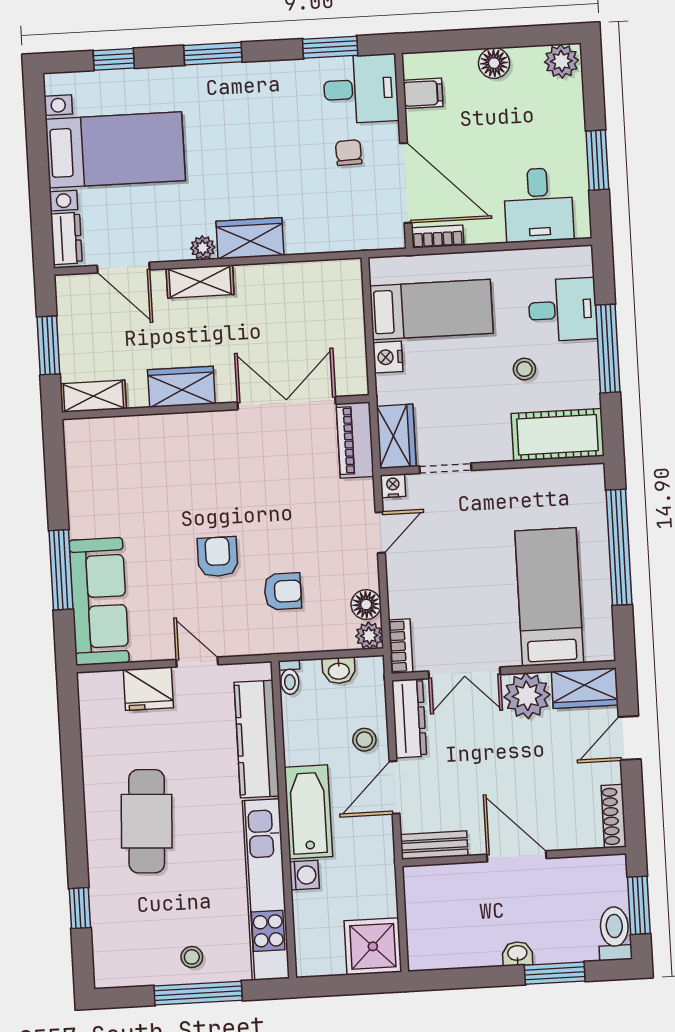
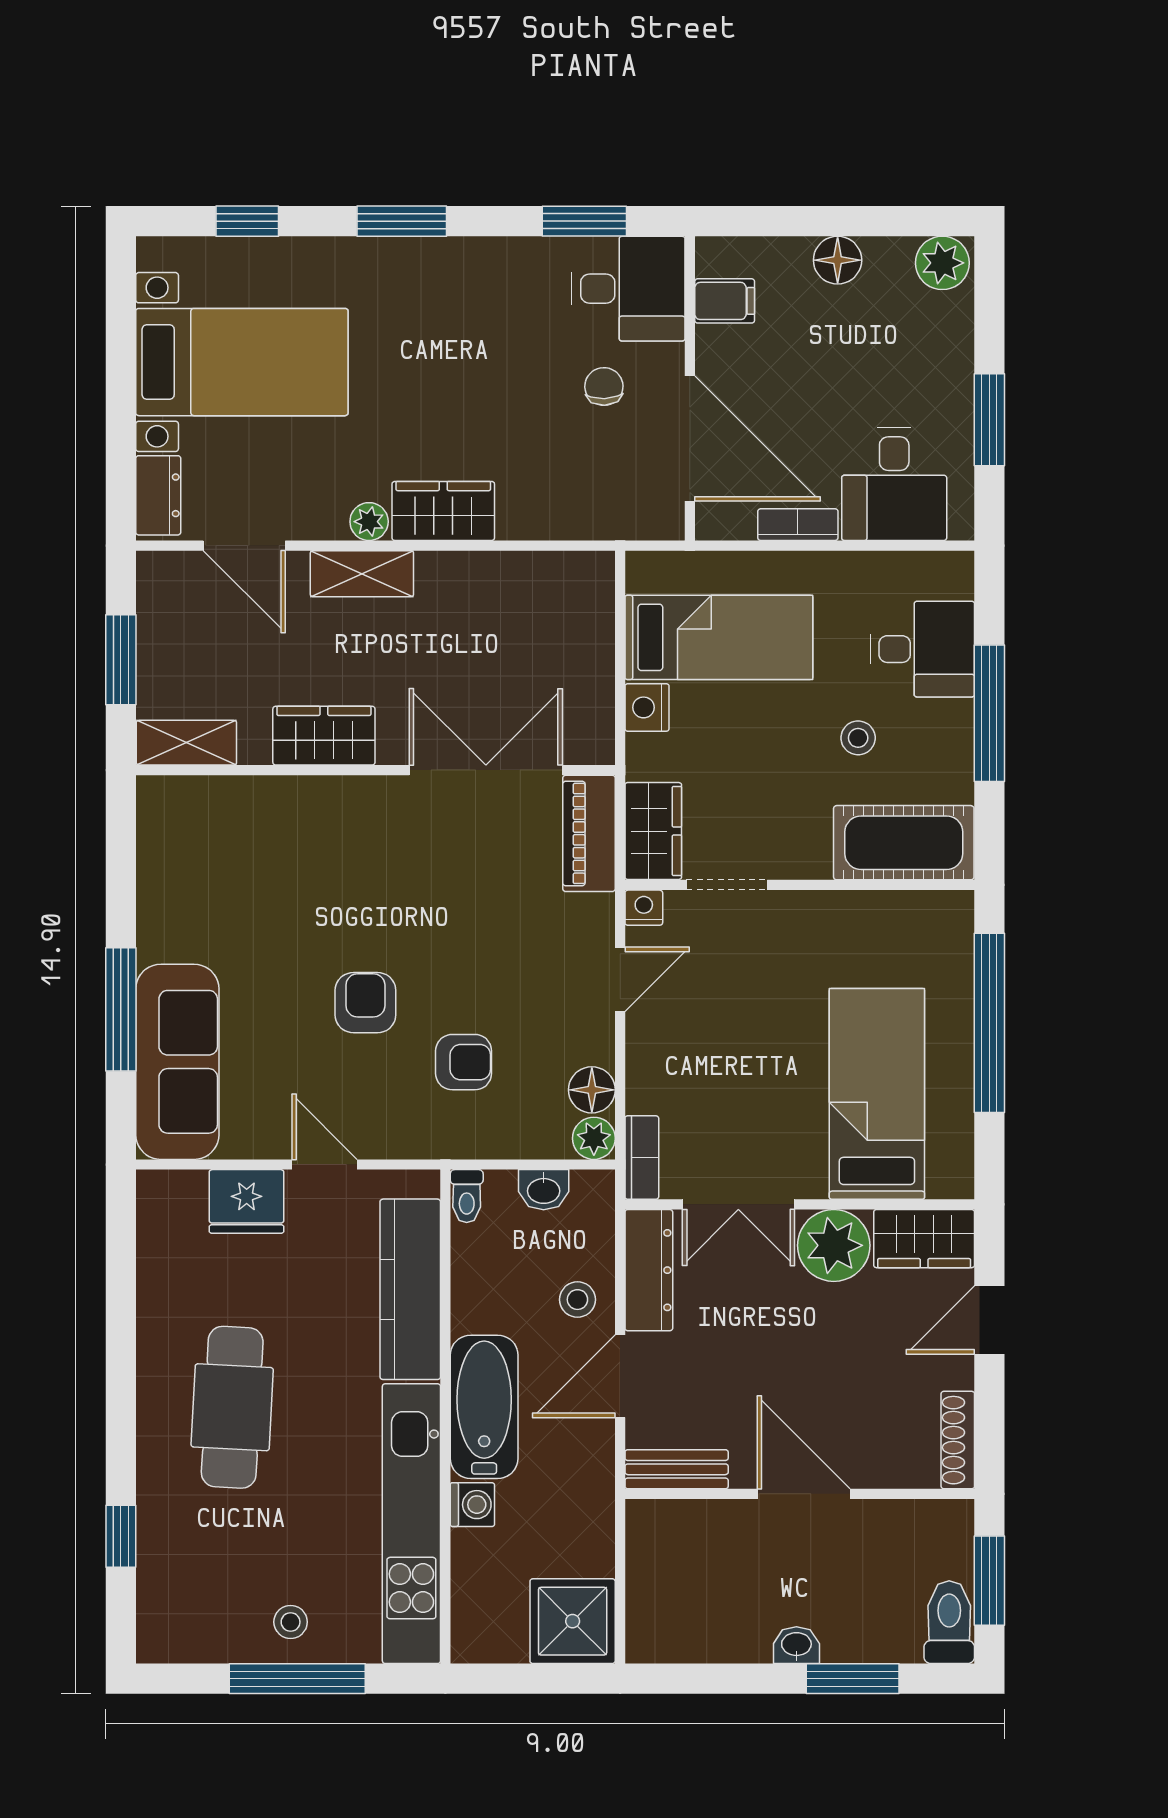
bookcase: (438, 237) -> (798, 525), moved

